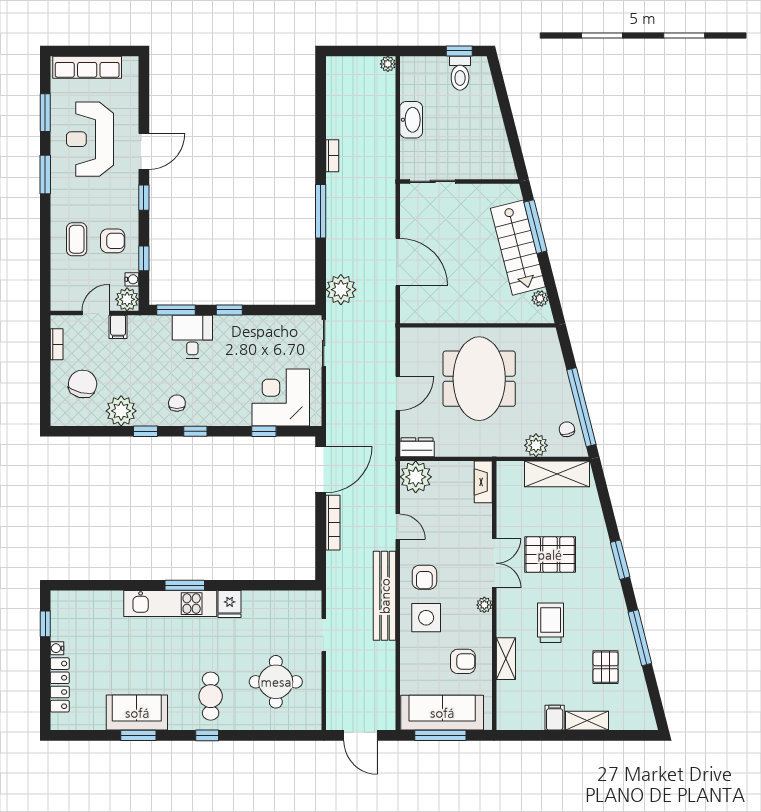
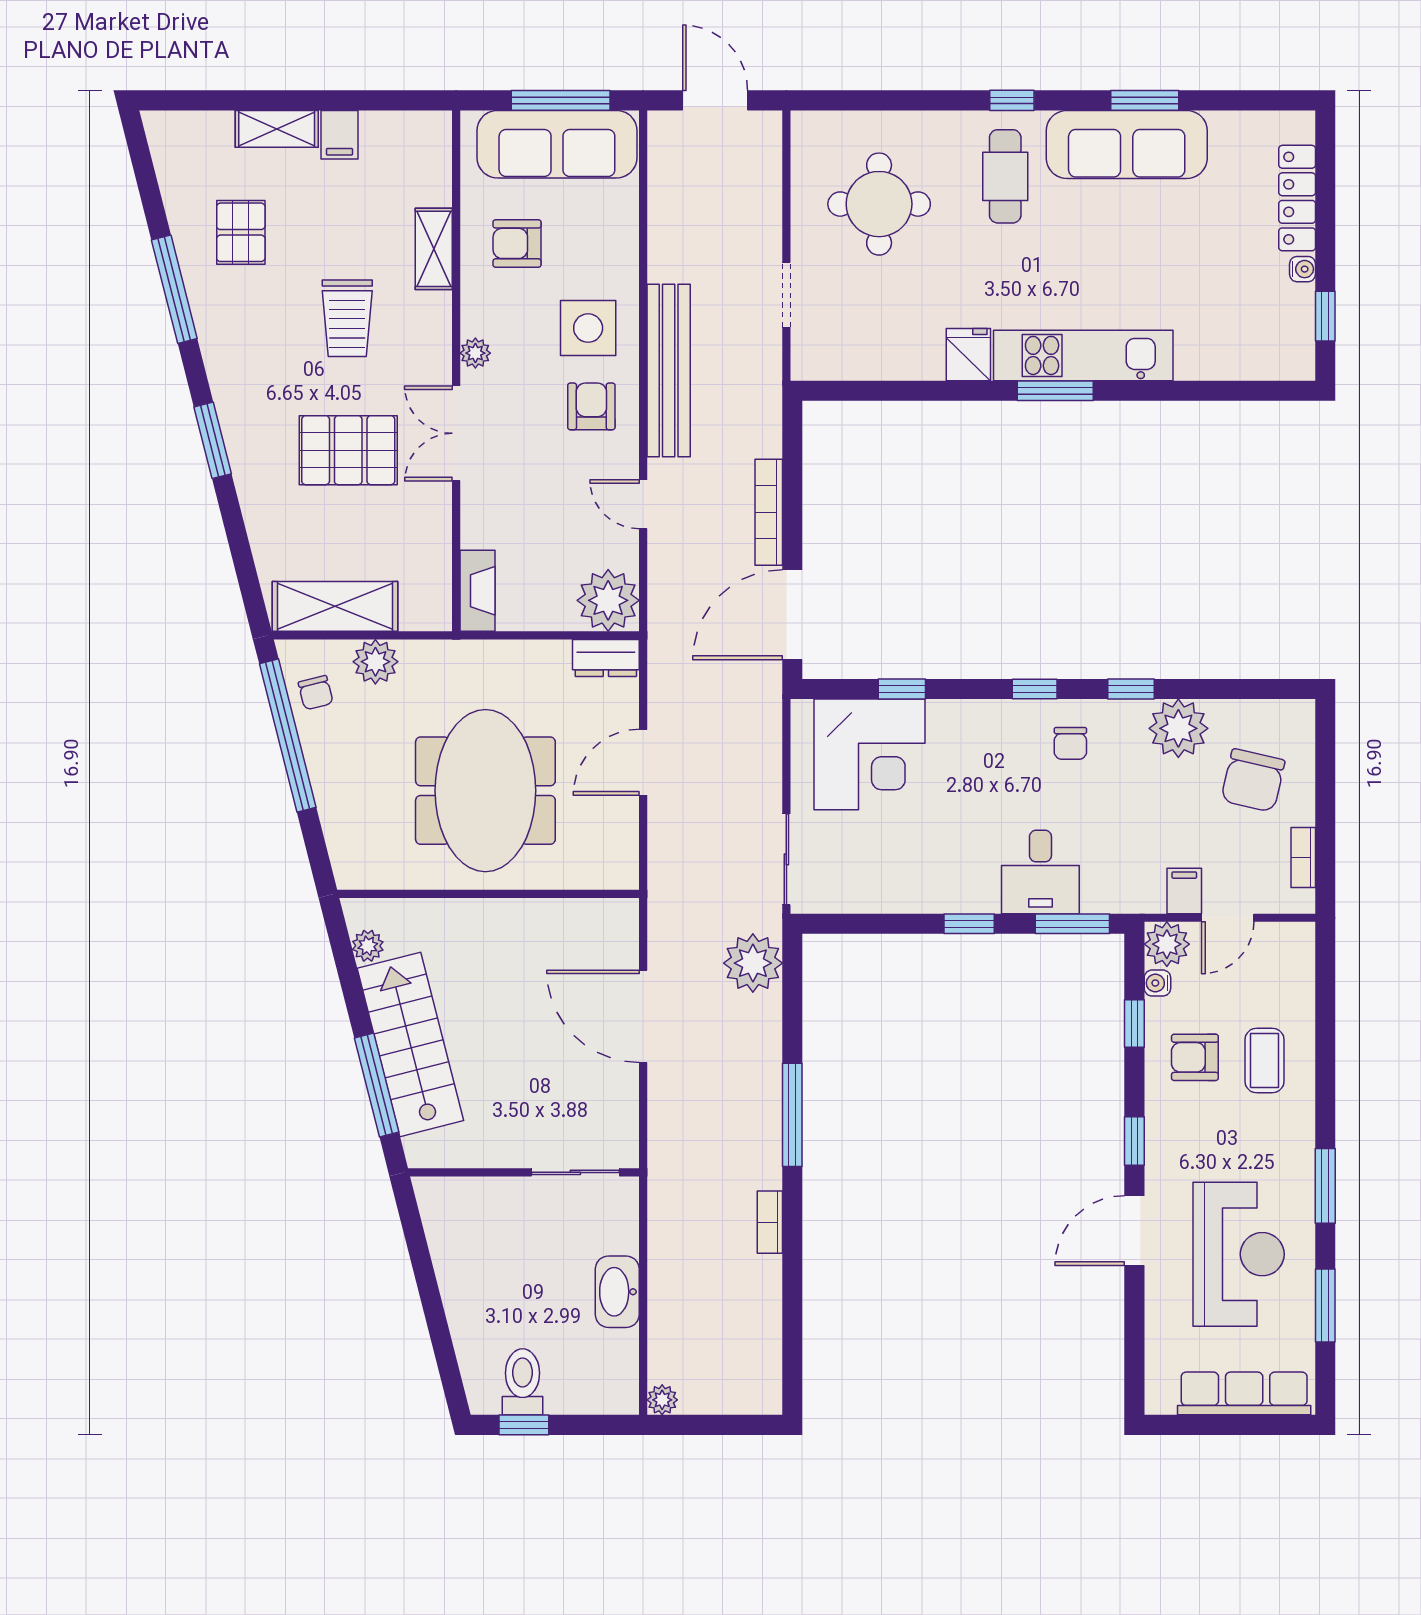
sofa: (137, 713) -> (1127, 144), width x1.36

